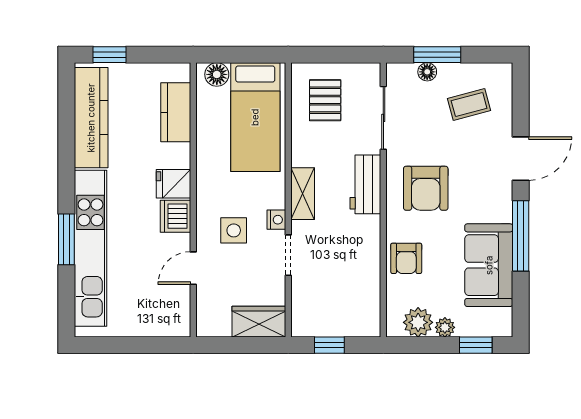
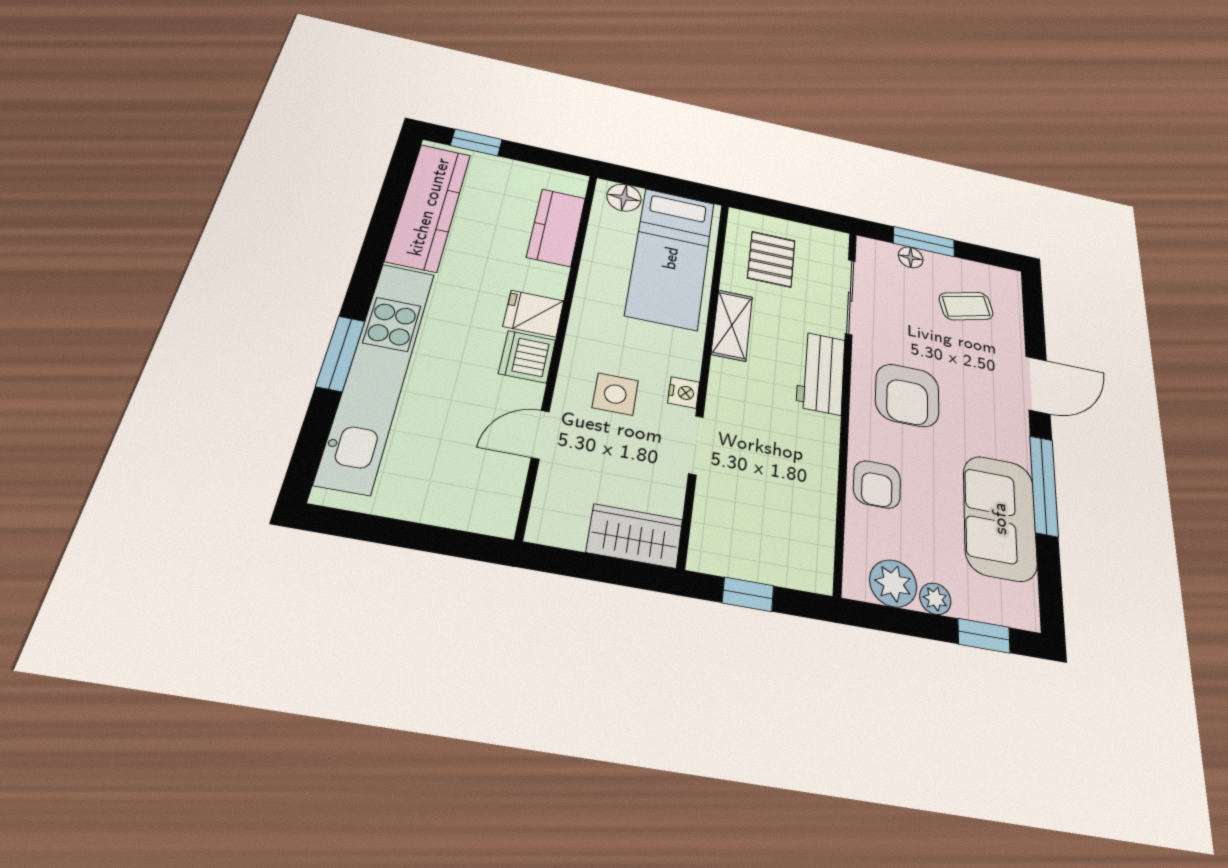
shelving: (303, 194) -> (732, 325), moved

